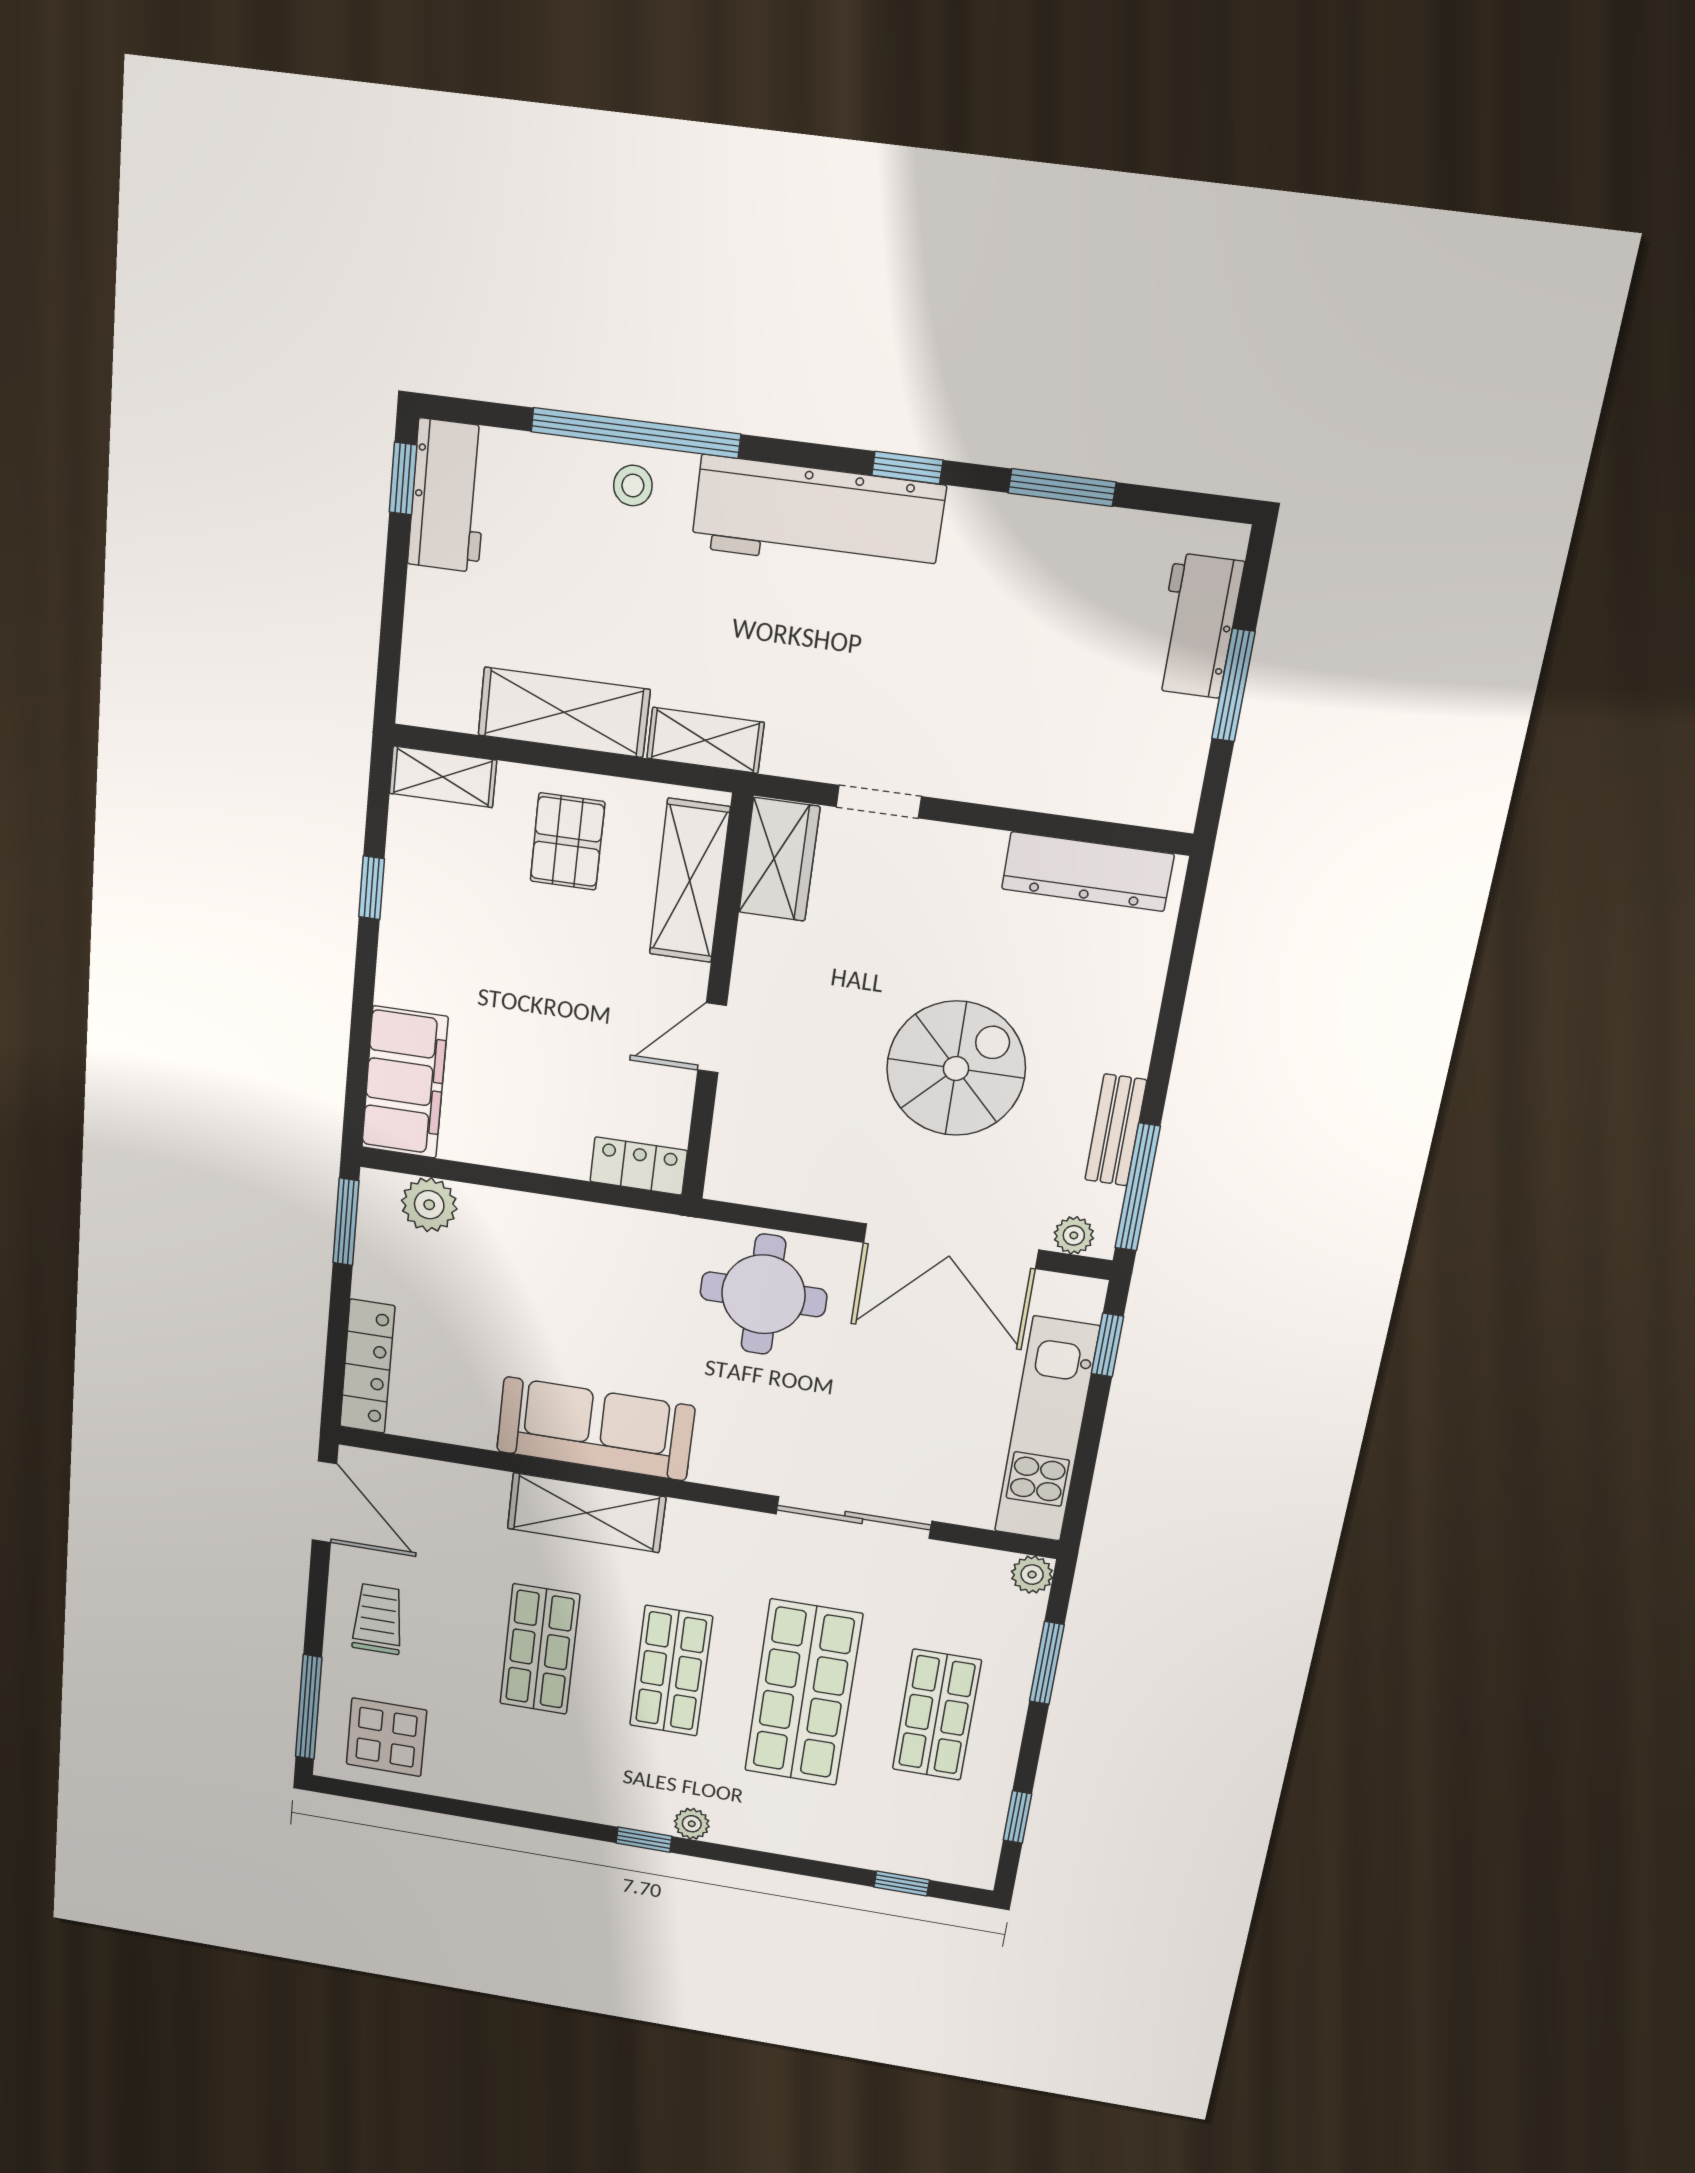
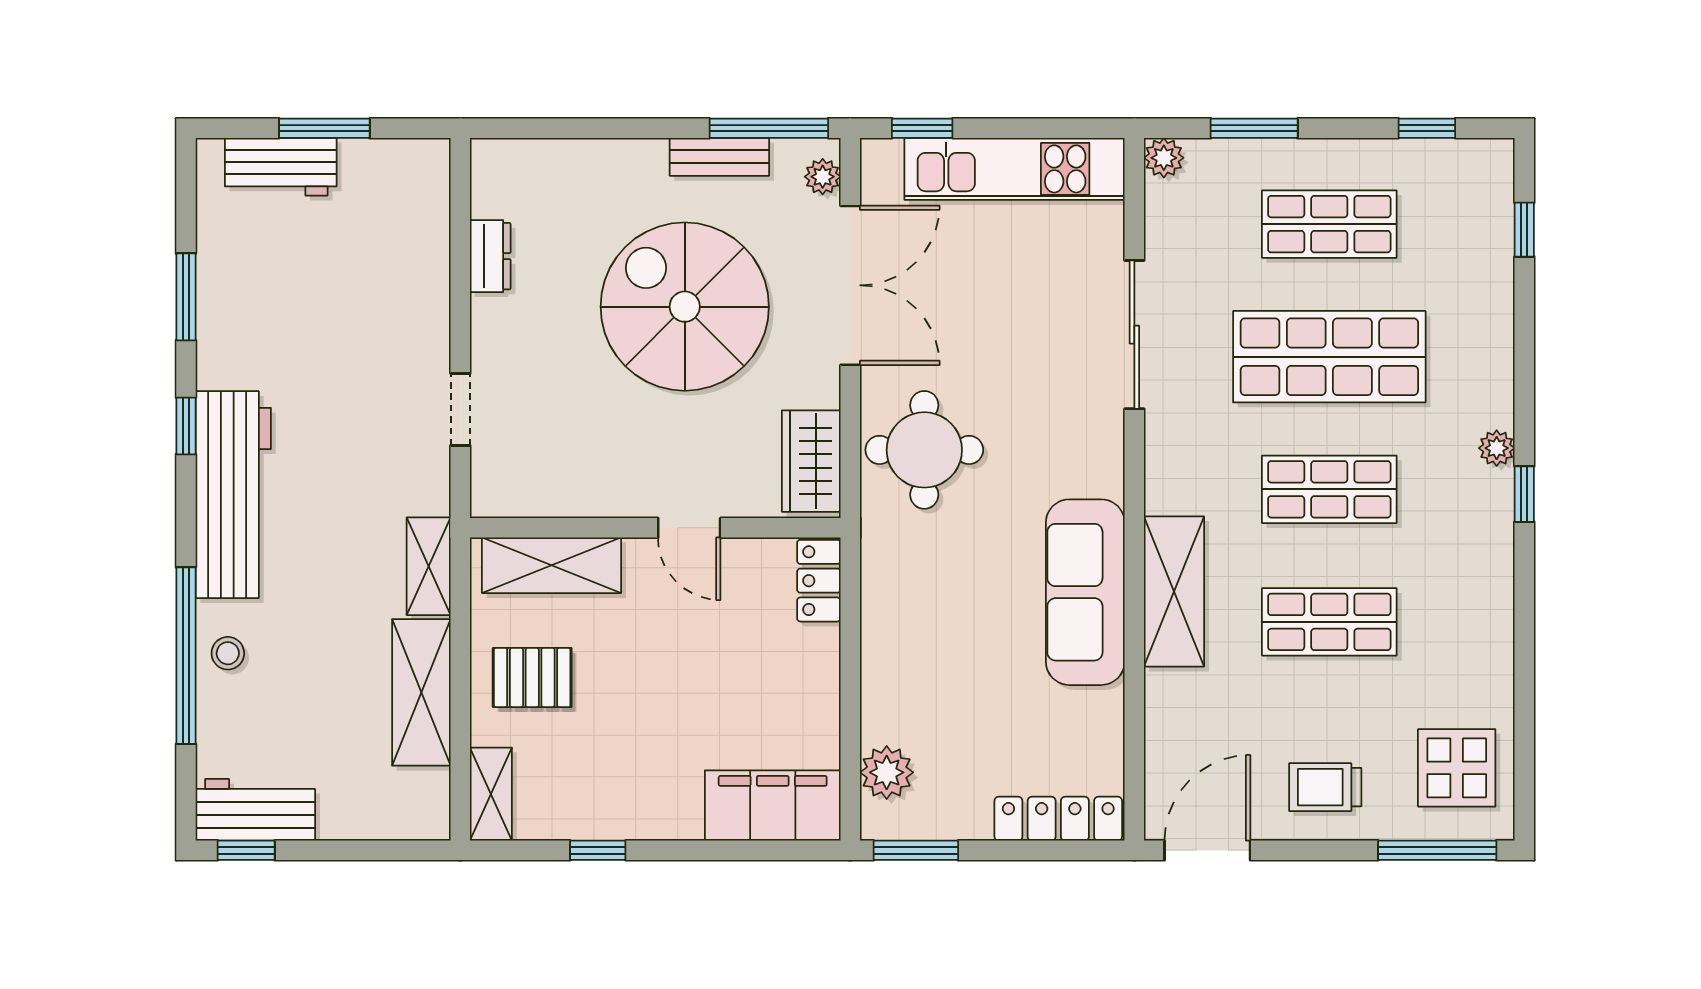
wardrobe: (779, 860) -> (811, 461), moved, turned -90
dresser: (1088, 872) -> (490, 256), width x0.51, depth x0.80
spiral stairs: (956, 1069) -> (685, 307), width x1.37, depth x1.37

